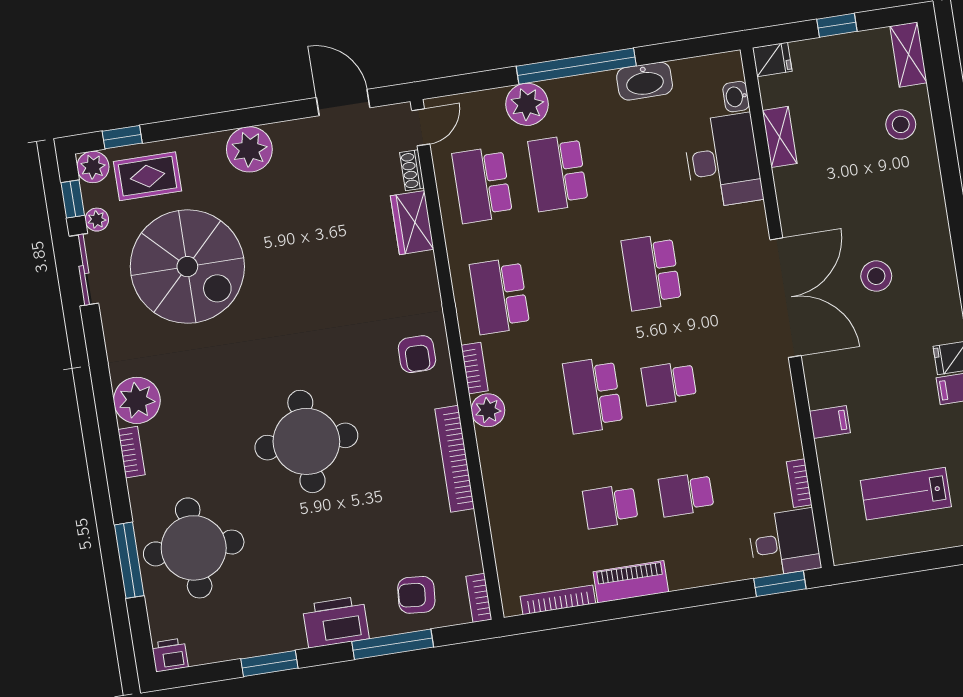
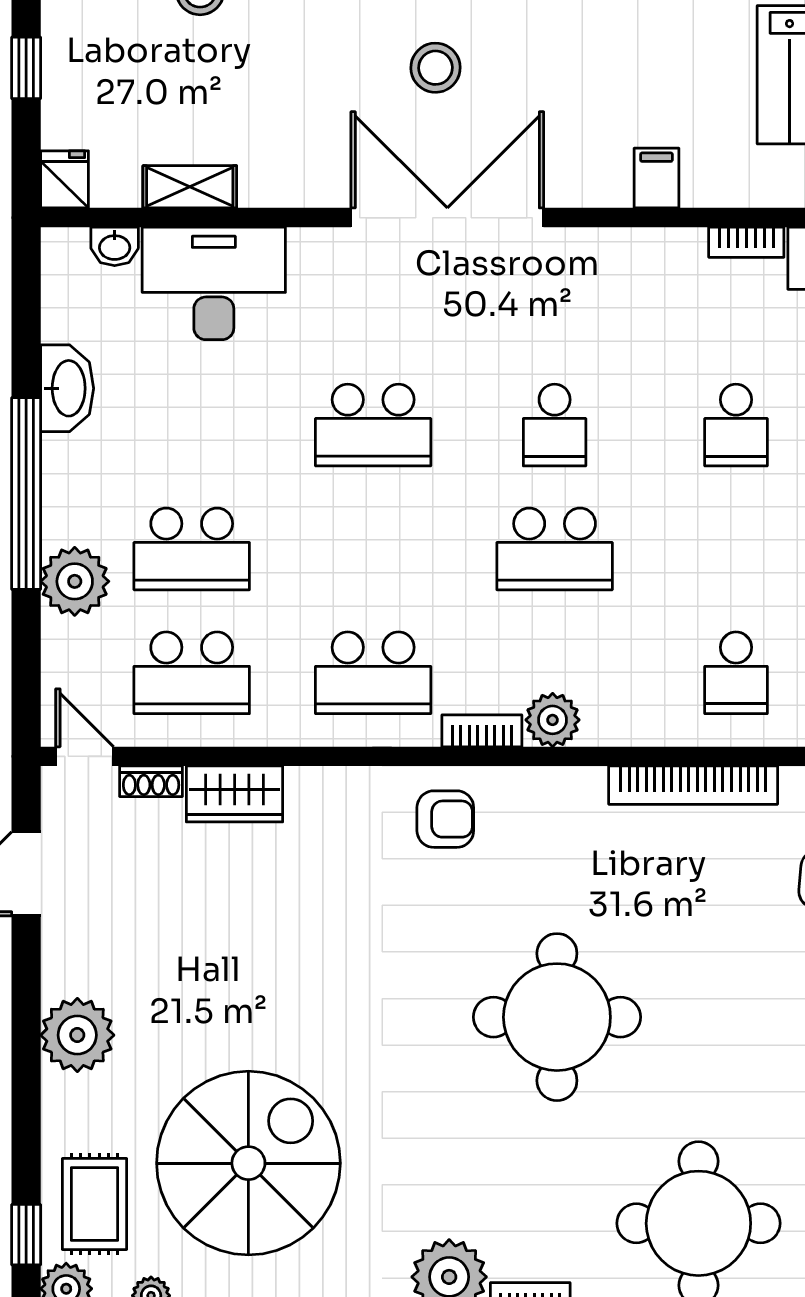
bookcase: (455, 459) -> (693, 785), moved
school desk: (610, 506) -> (736, 673), moved

